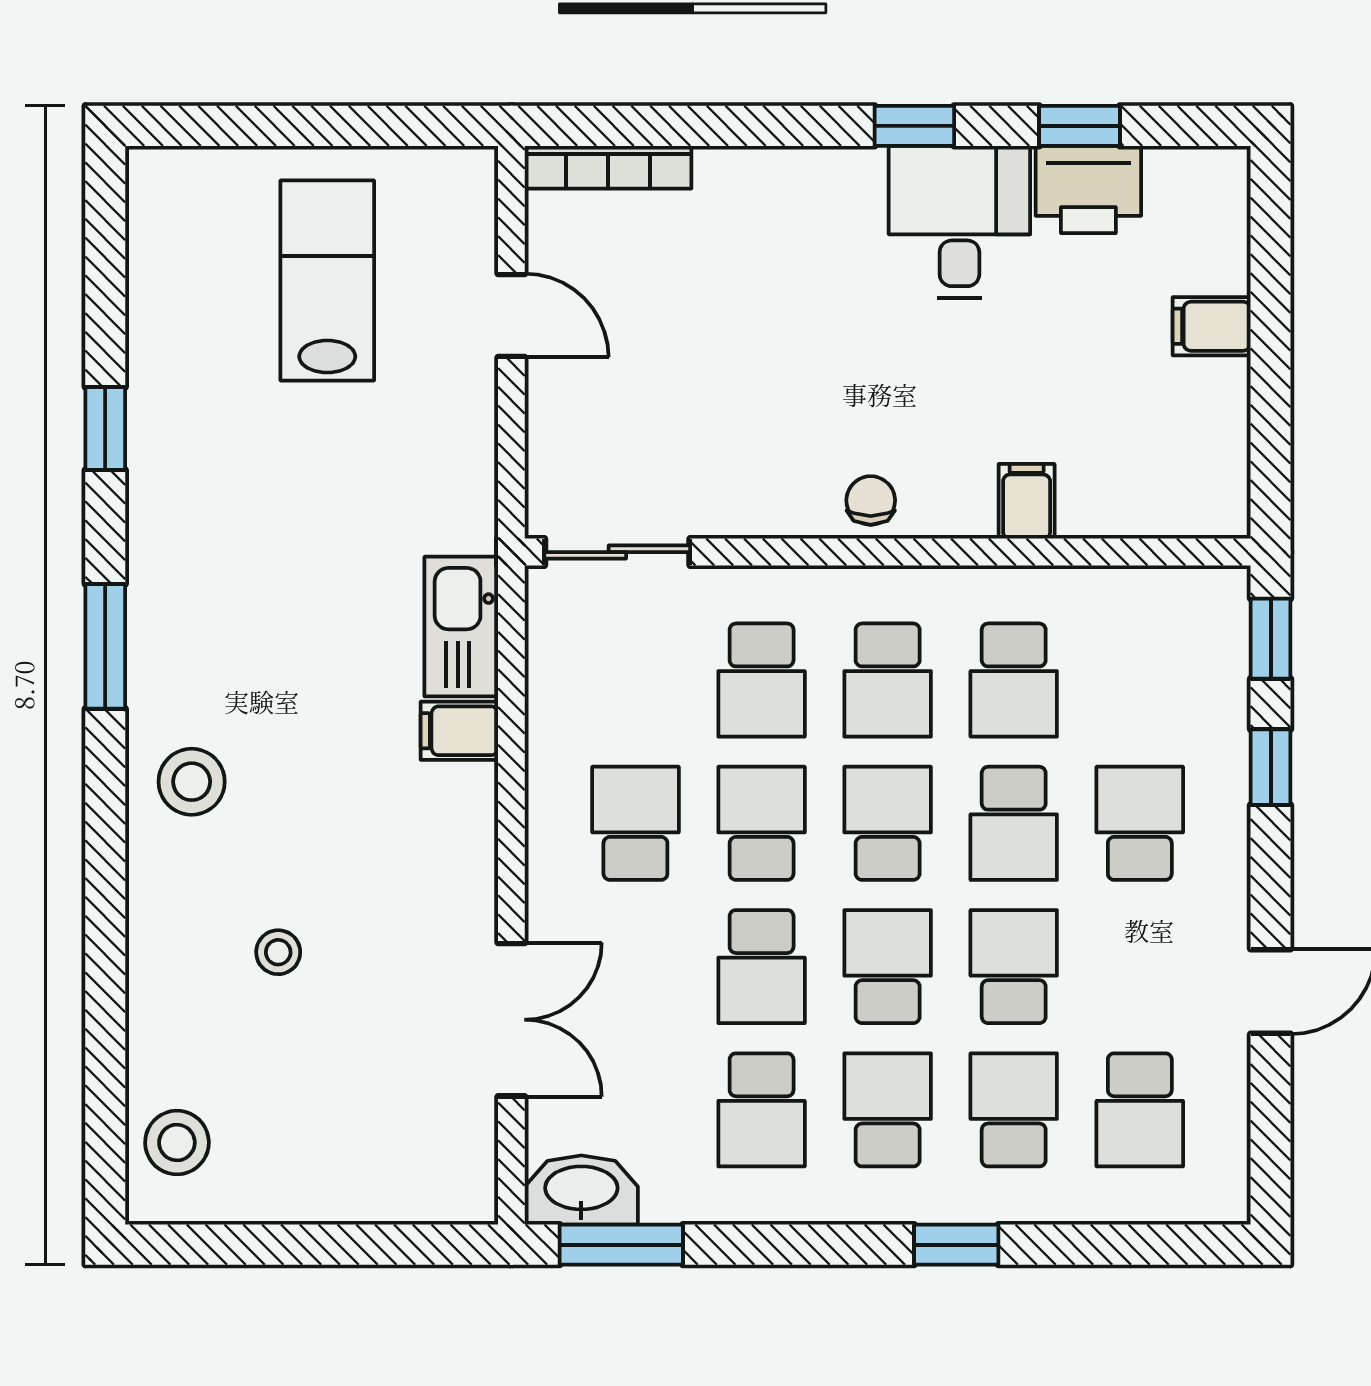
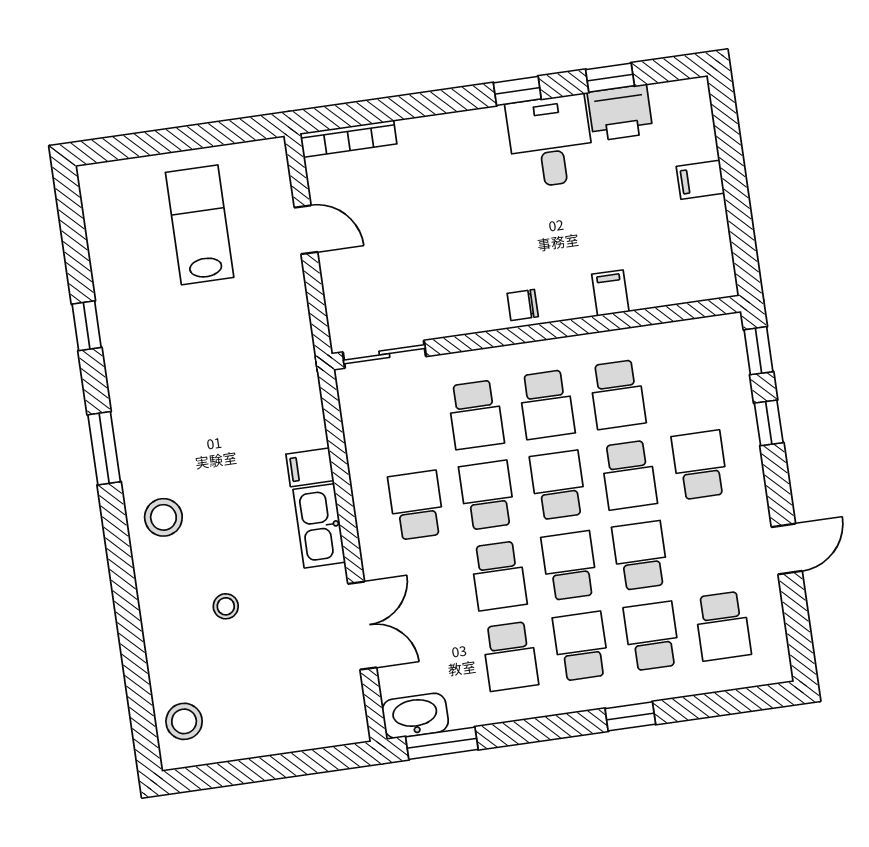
chair: (871, 500) -> (523, 305), turned -90
kitchen sink: (461, 627) -> (319, 526), moved

